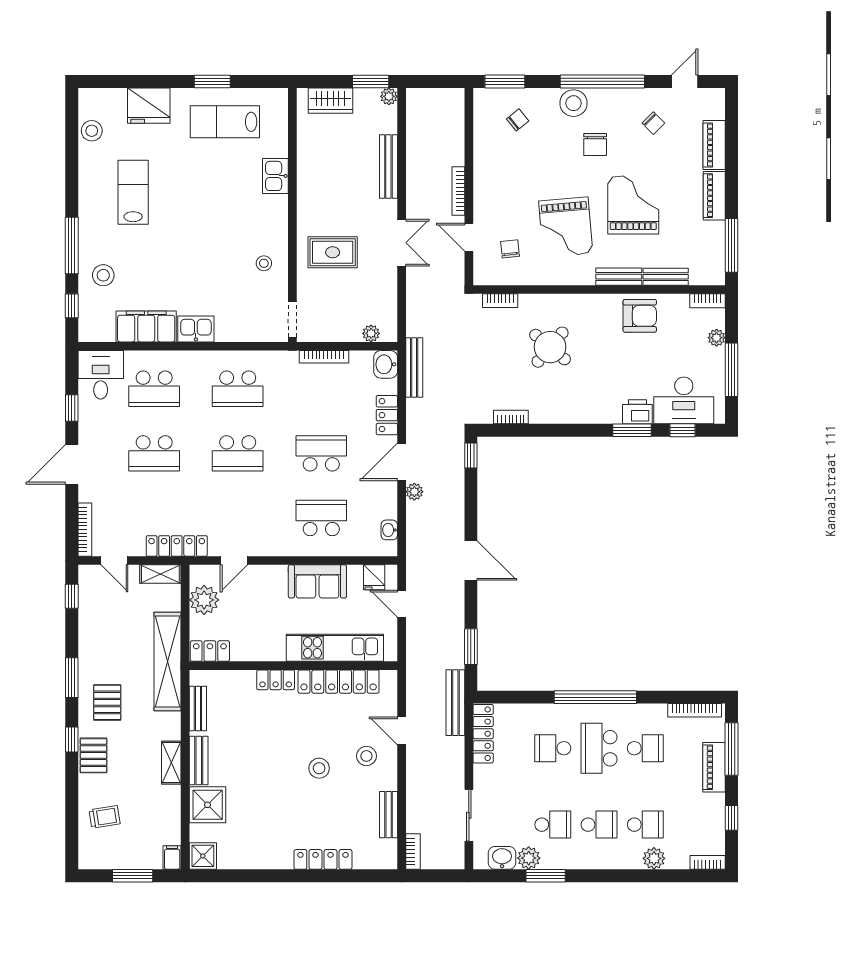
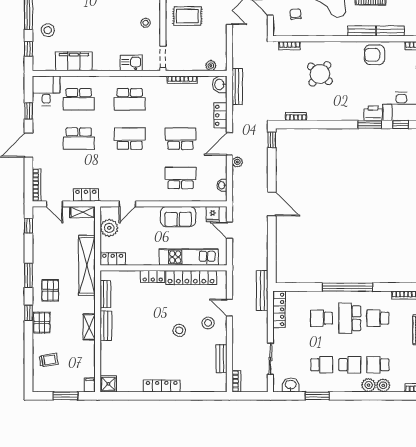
armchair: (640, 316) -> (375, 55), turned 180
kitchen sink: (196, 329) -> (131, 63), moved
school desk: (238, 453) -> (130, 139), turned 180
locker: (177, 546) -> (86, 195), width x0.66
window: (471, 647) -> (272, 256), removed
school desk: (645, 748) -> (378, 318), turned 180
shower: (208, 805) -> (111, 353), removed
school desk: (645, 825) -> (378, 365), turned 180
plant: (529, 858) -> (369, 385), moved
locker: (323, 859) -> (162, 386), moved

